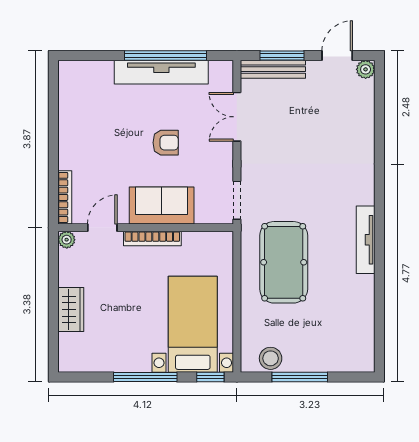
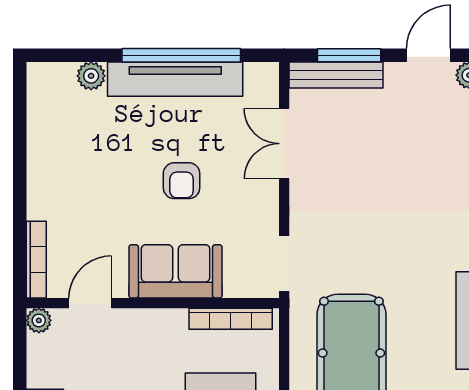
plant: (103, 70) -> (91, 76), added
armchair: (166, 143) -> (182, 181), turned 90
bookcase: (152, 238) -> (231, 319), moved

